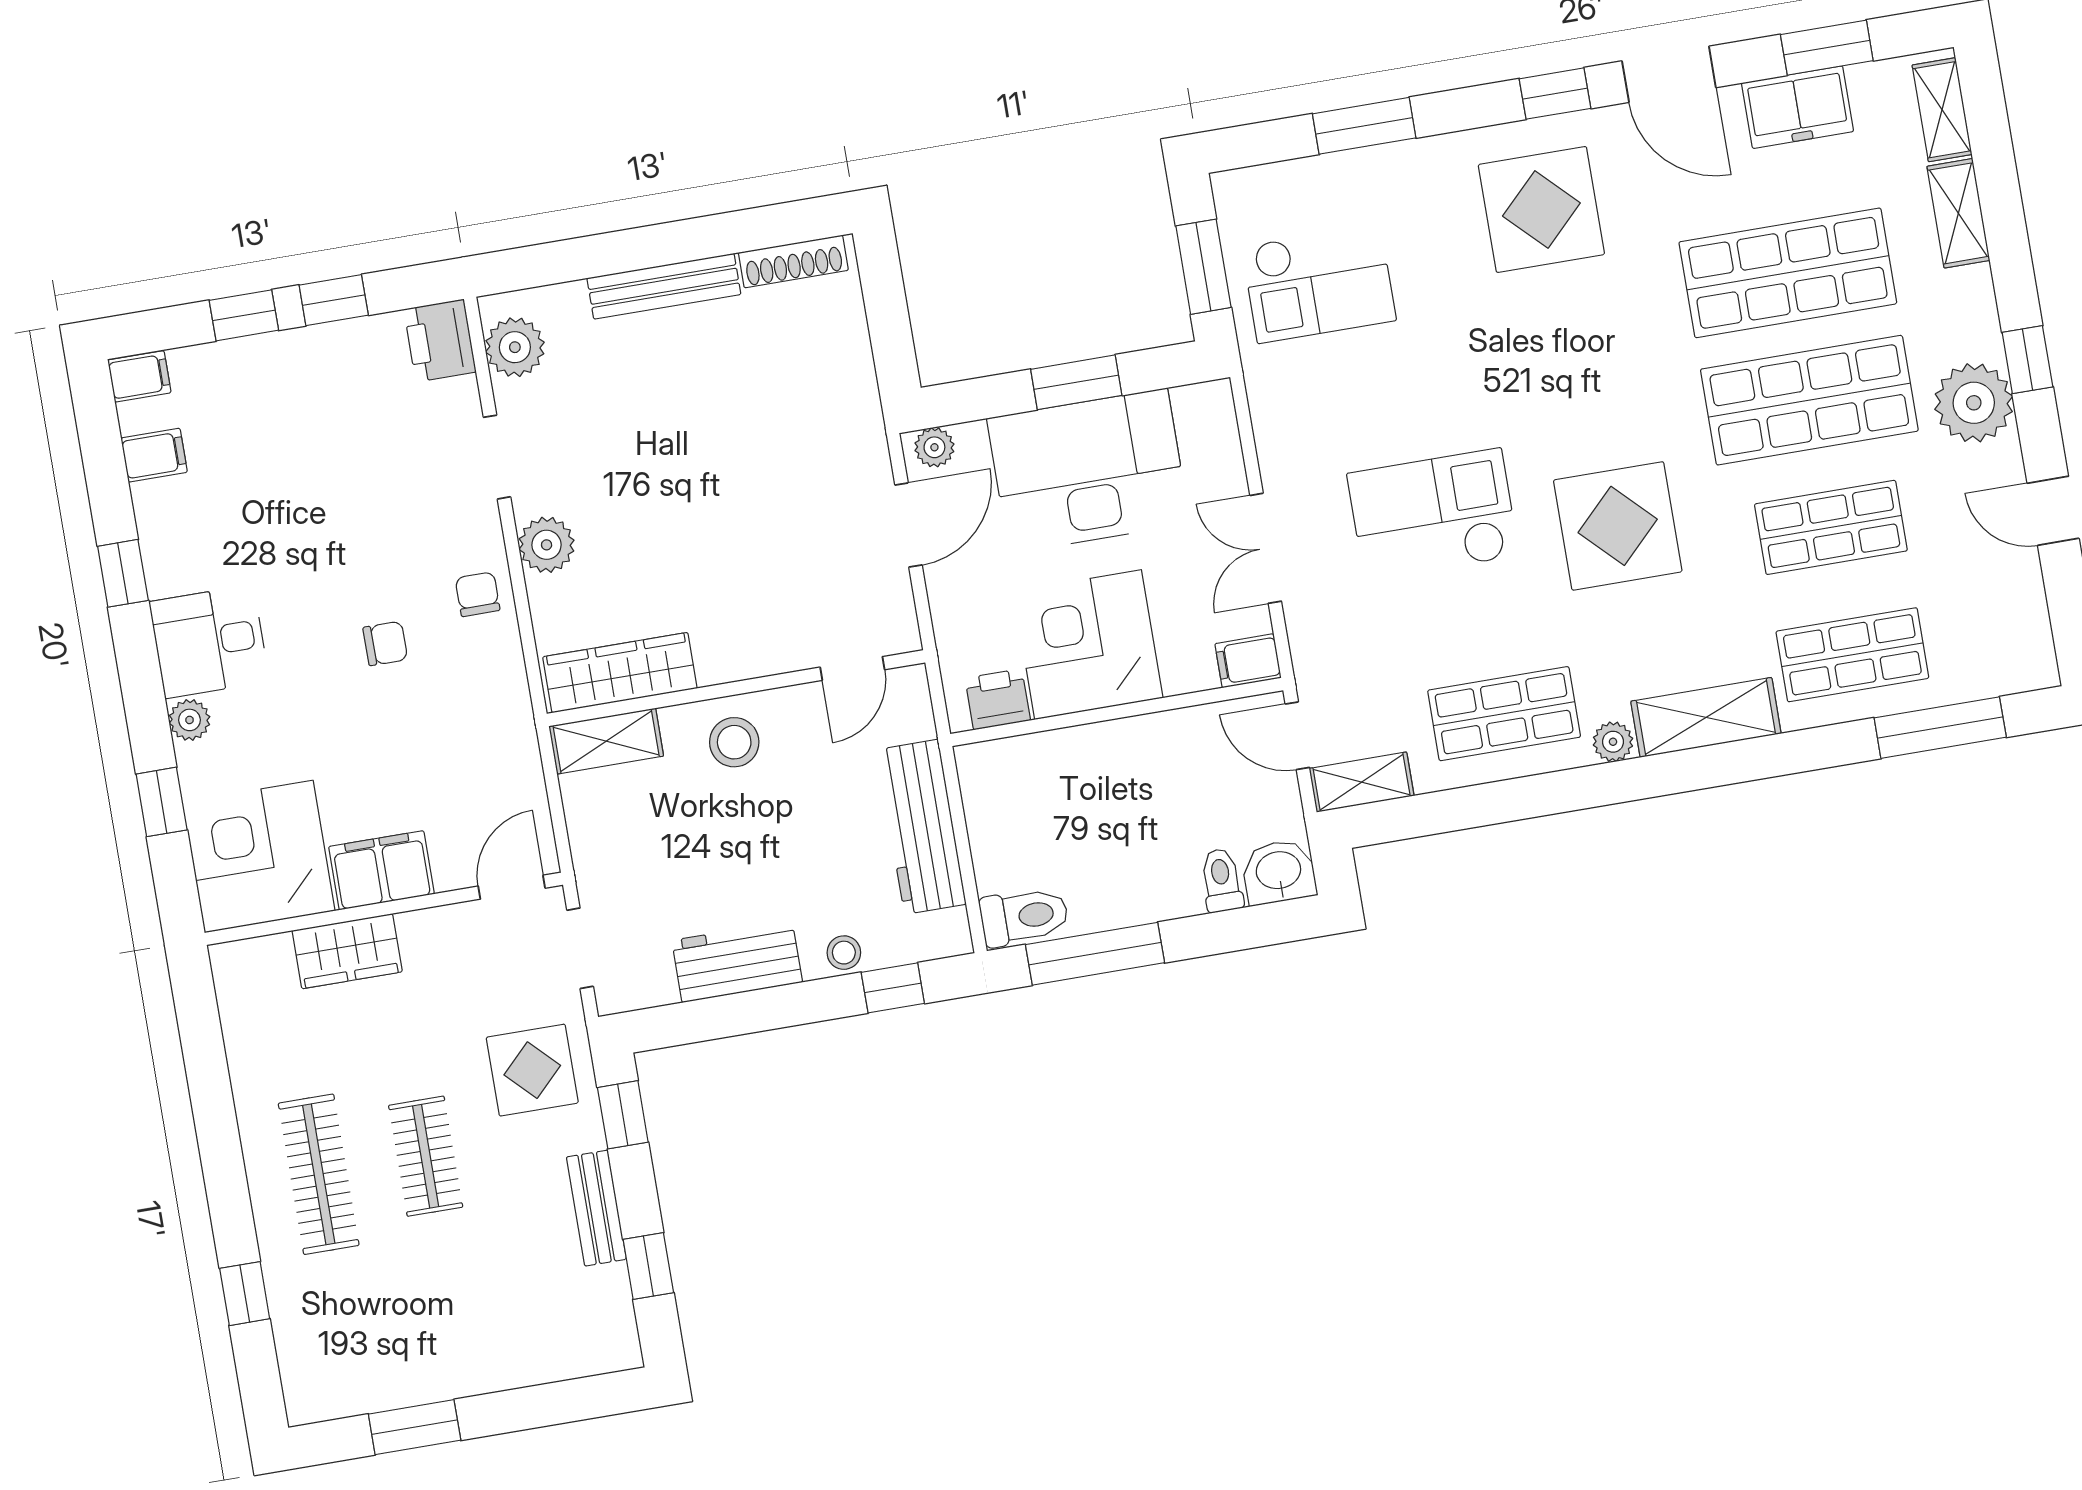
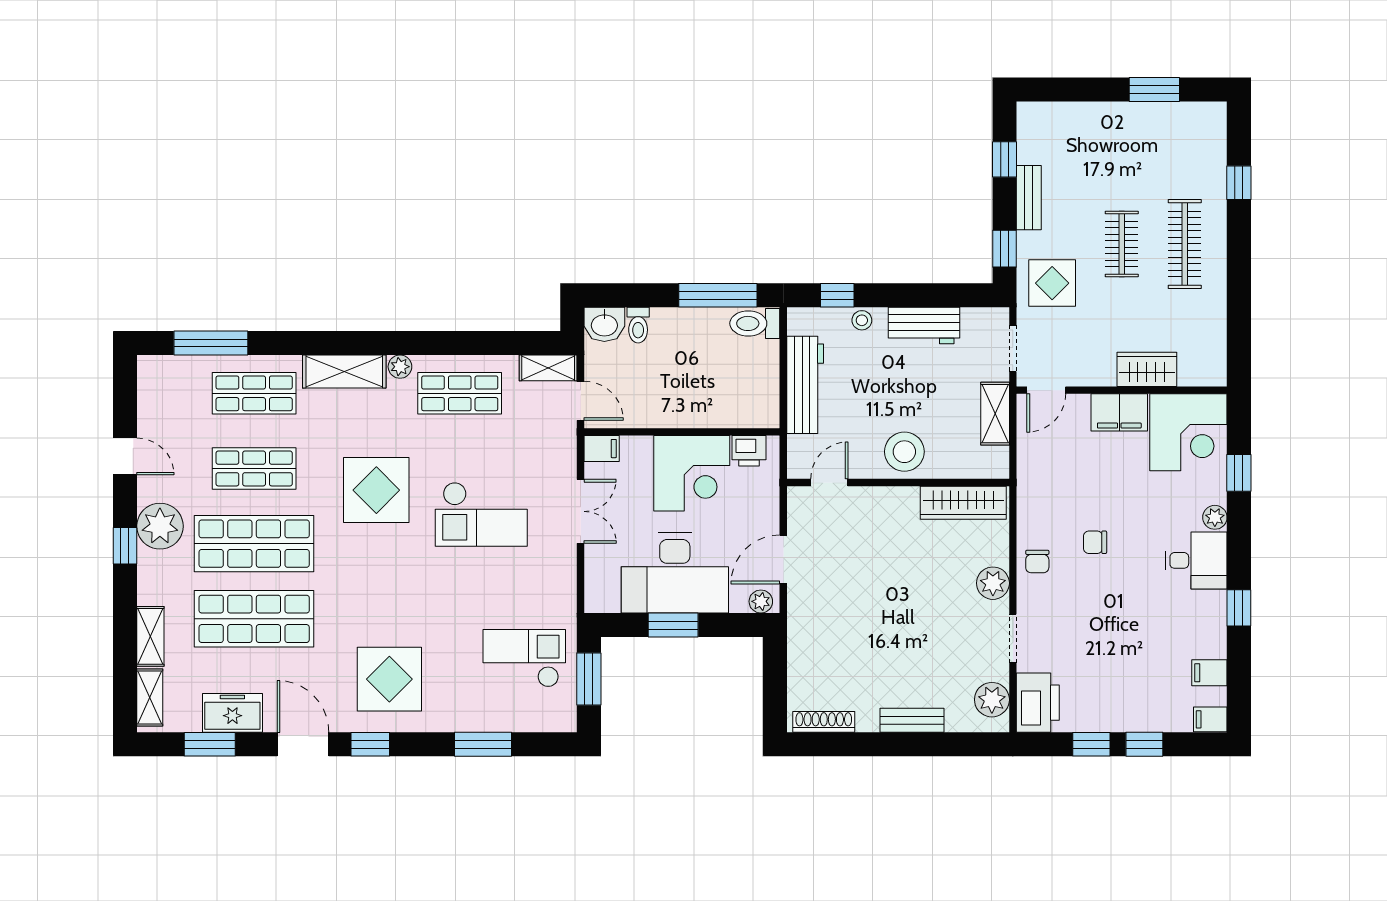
bench: (664, 286) -> (912, 720), width x0.73
printer: (440, 341) -> (1038, 703), width x1.37, depth x1.19
shelving: (606, 741) -> (995, 414), moved, turned 90
stool: (734, 742) -> (904, 452), width x1.38, depth x1.38

